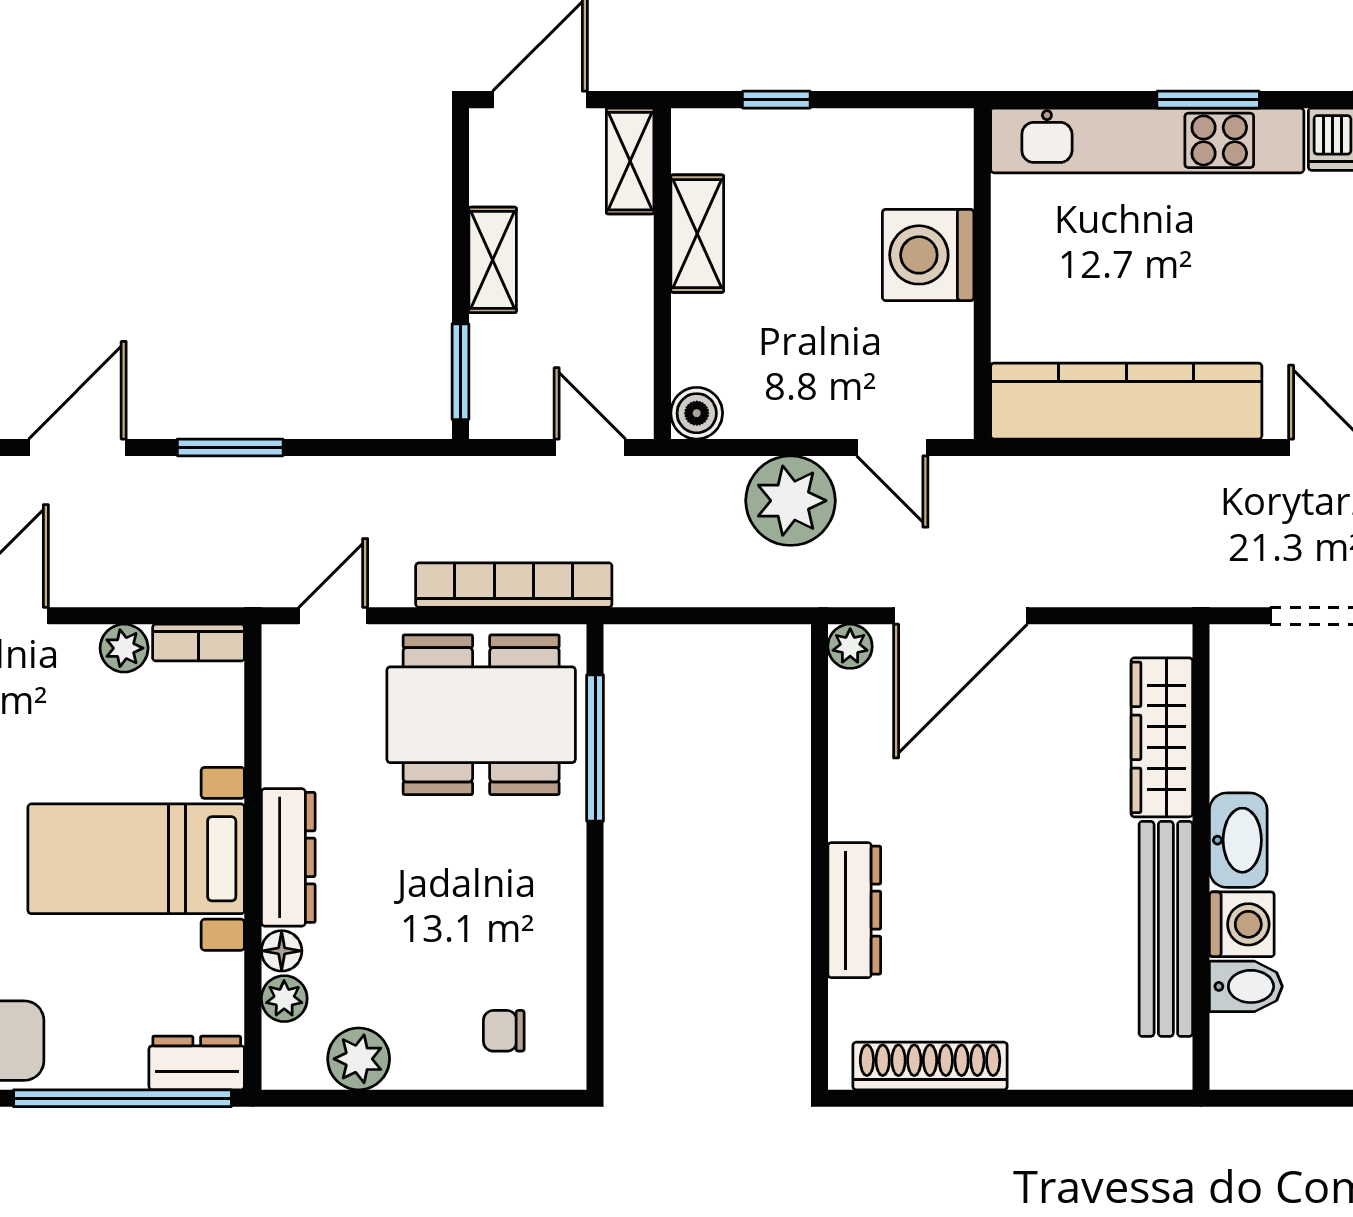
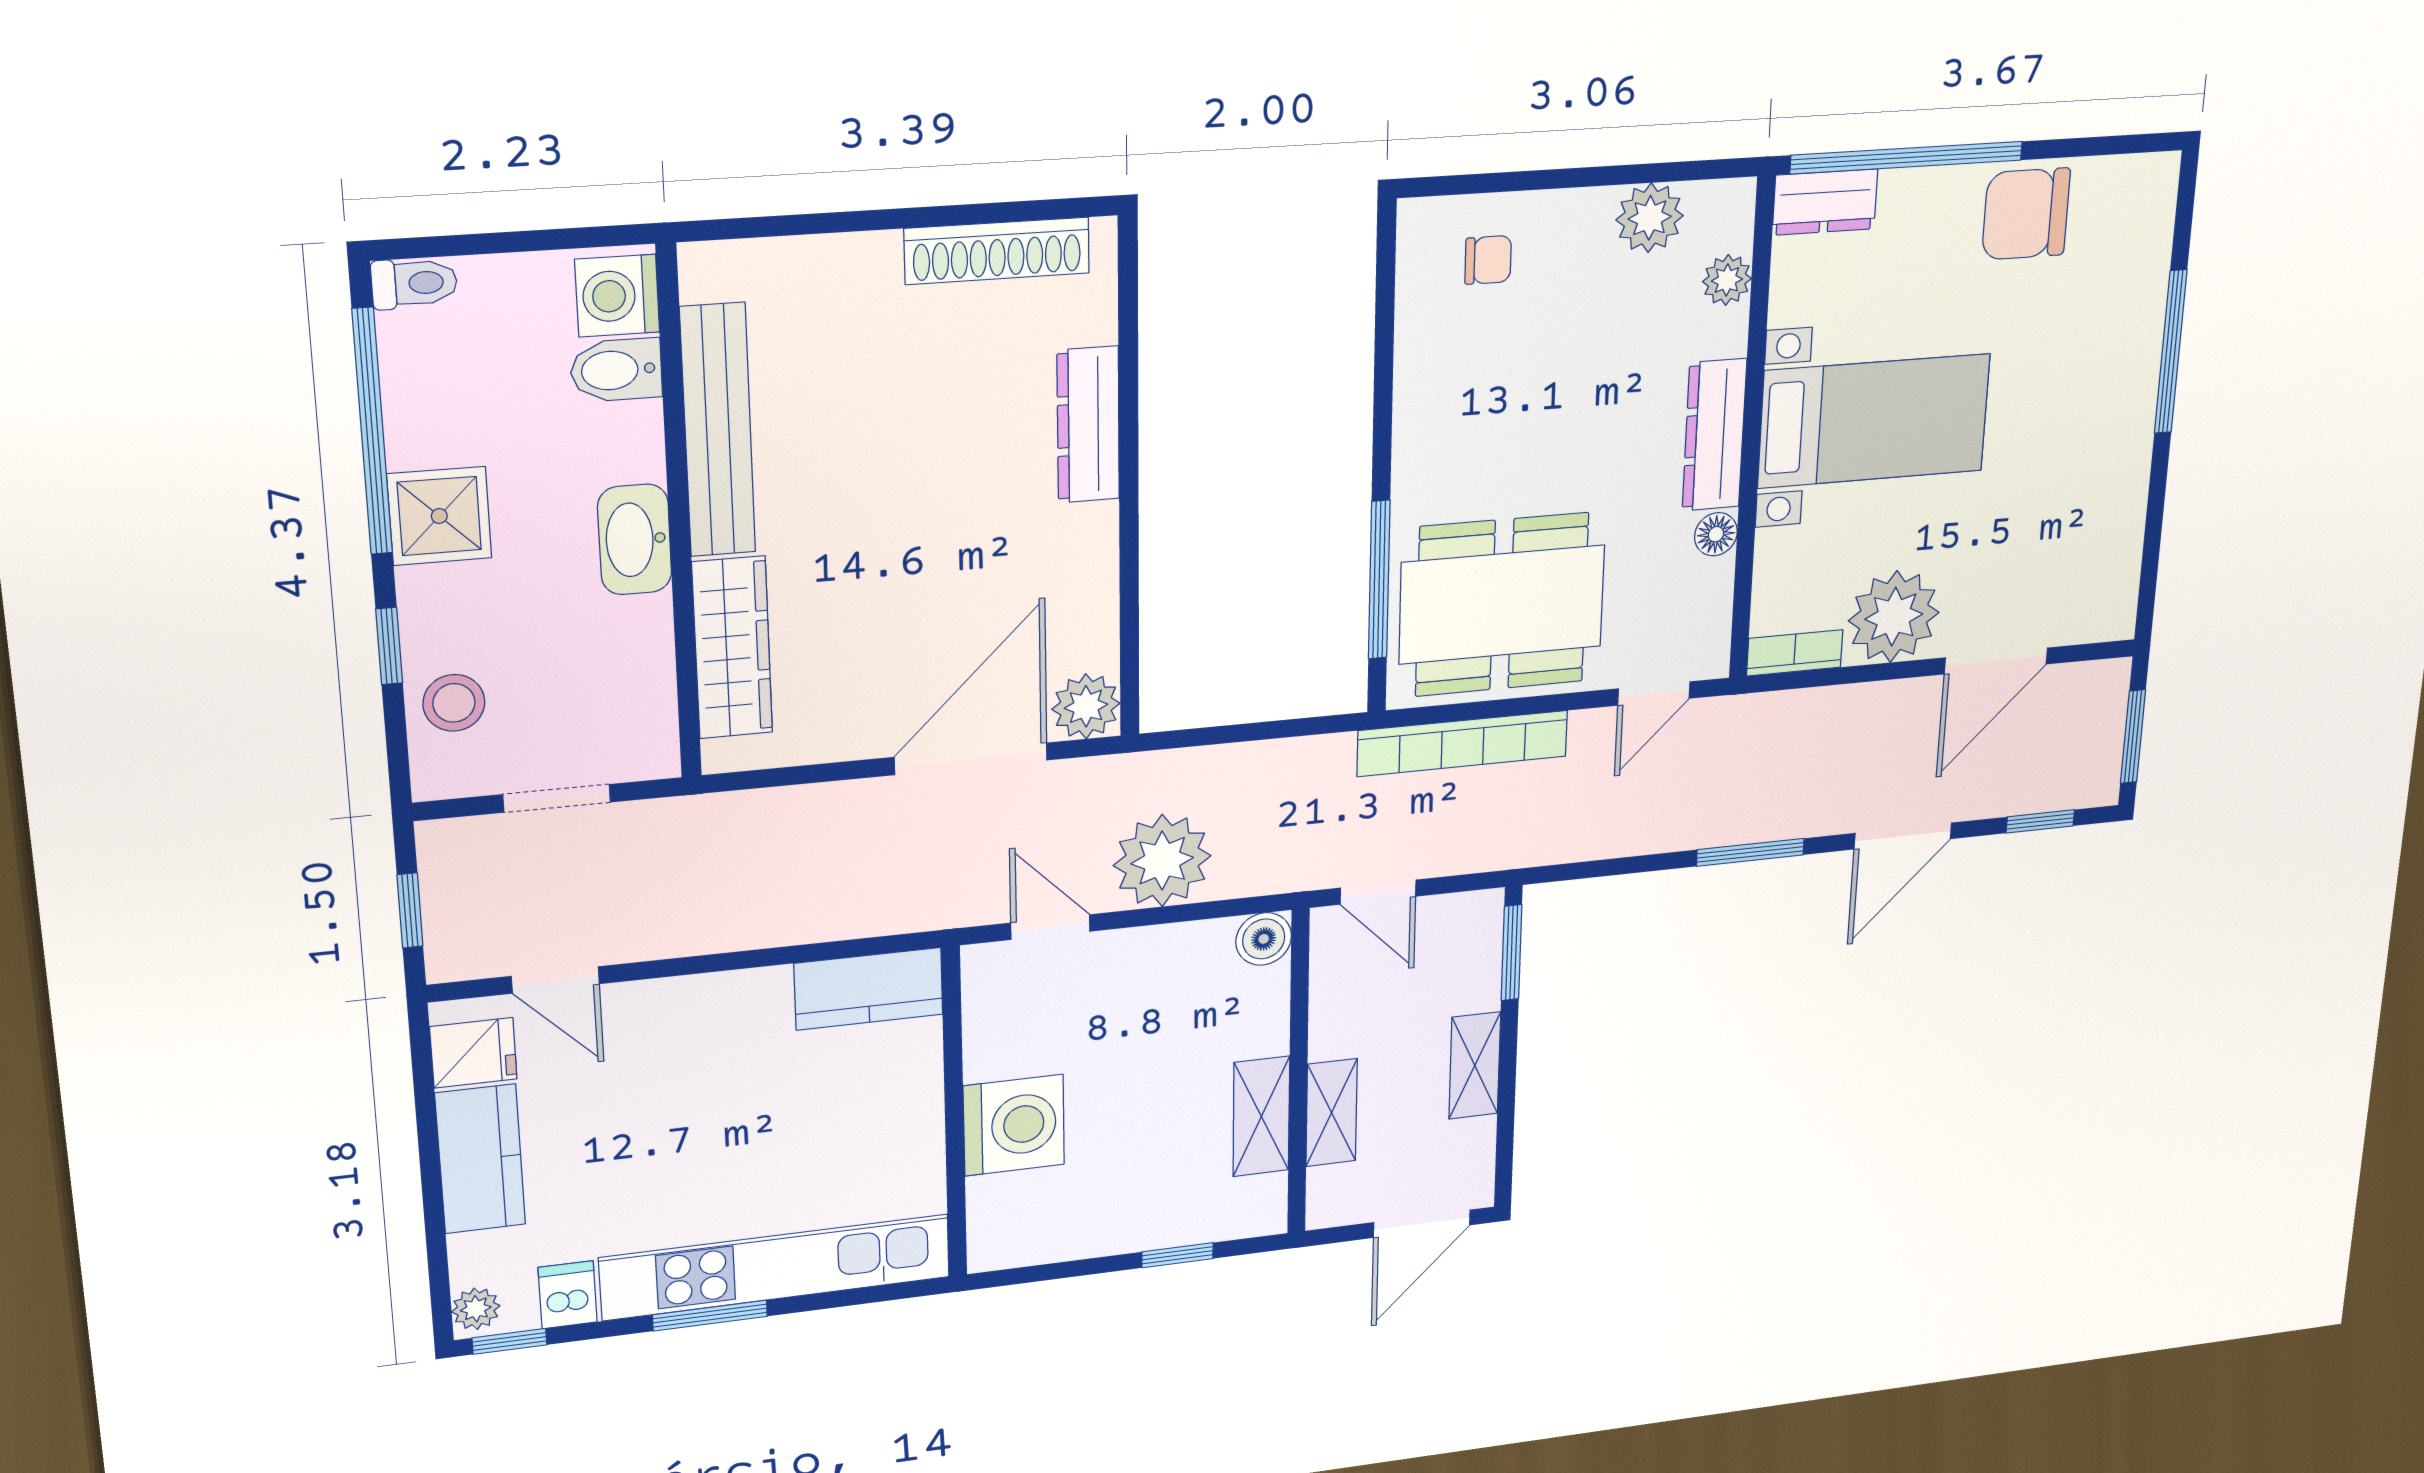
shelving: (630, 161) -> (1332, 1113), moved
kitchen counter: (1126, 401) -> (869, 989), width x0.48, depth x0.86
plant: (850, 646) -> (1086, 706), width x1.38, depth x1.38
plant: (124, 648) -> (1894, 617), width x1.88, depth x1.88
washing machine: (1242, 924) -> (617, 296), moved
floor lamp: (282, 951) -> (1716, 534), moved

